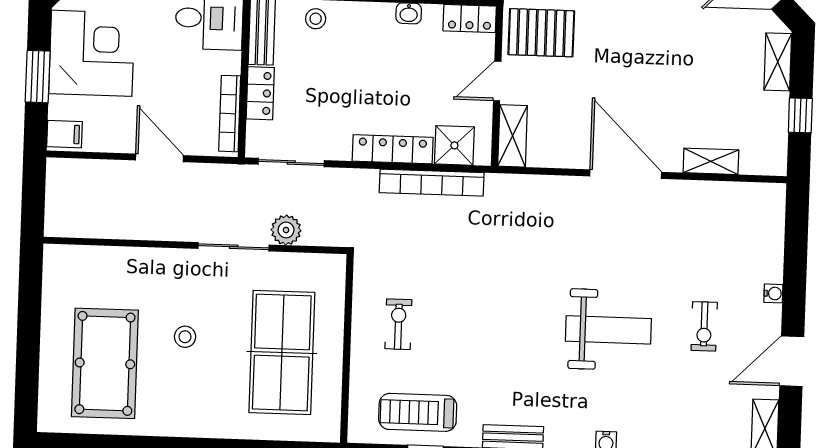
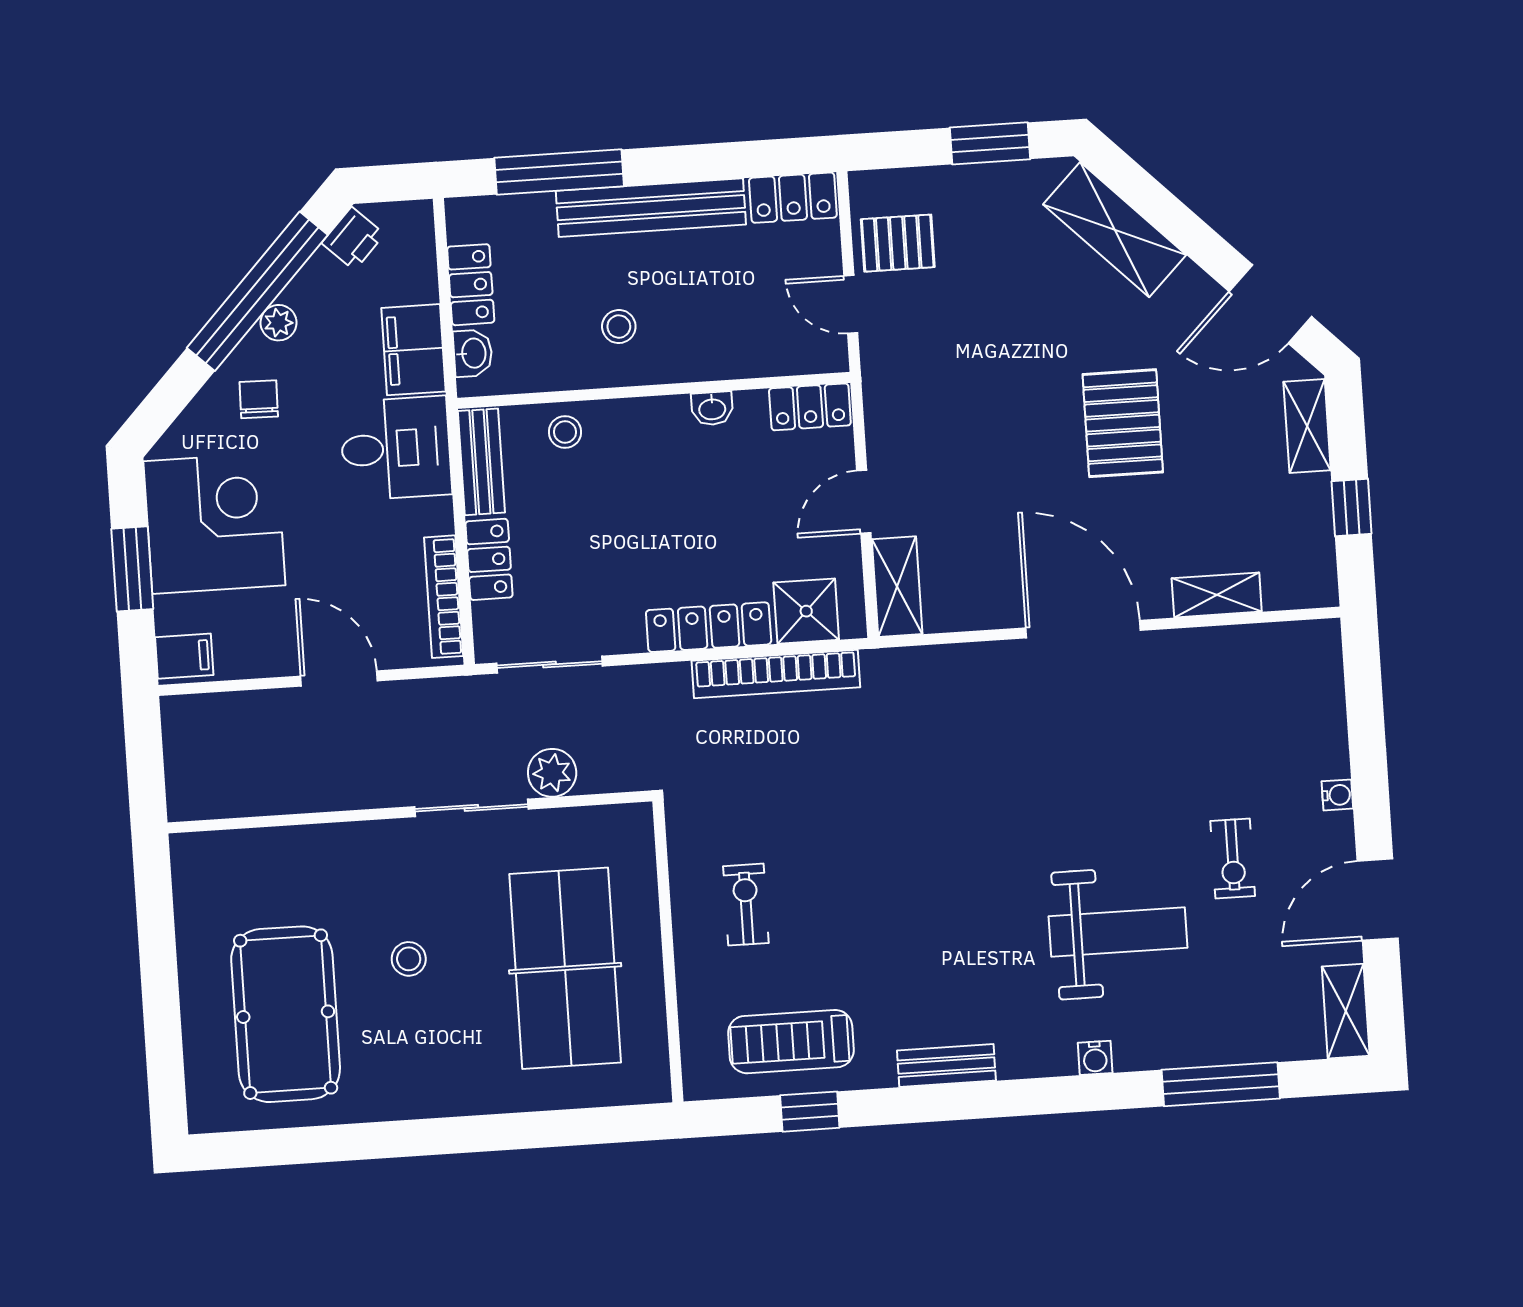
pallet: (541, 33) -> (1123, 423), moved, turned 90
weight bench: (608, 330) -> (1118, 932), moved

